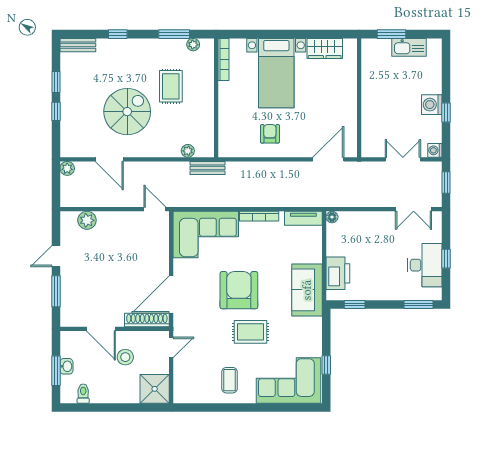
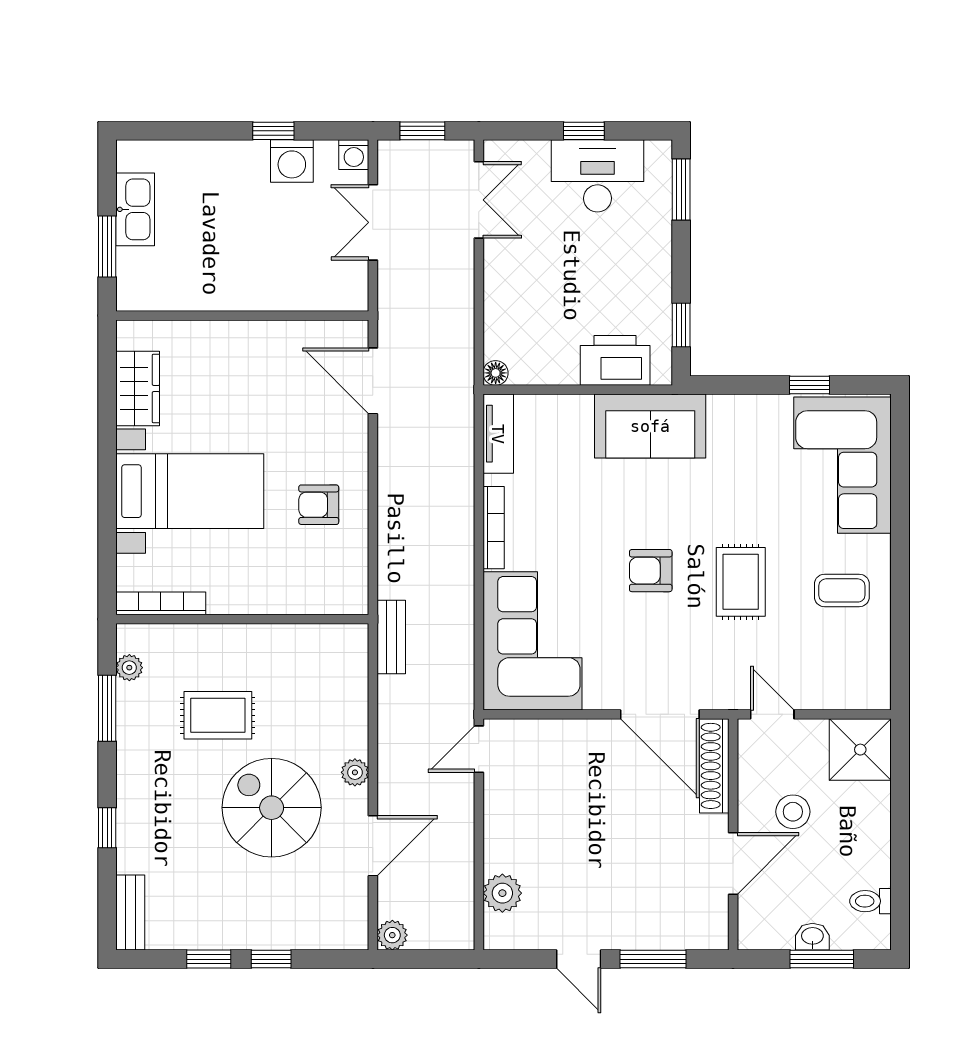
washing machine: (432, 105) -> (292, 161), moved
plant: (188, 151) -> (355, 772), moved
armchair: (239, 290) -> (651, 571), width x0.53, depth x0.53
rug: (250, 332) -> (741, 582), moved

